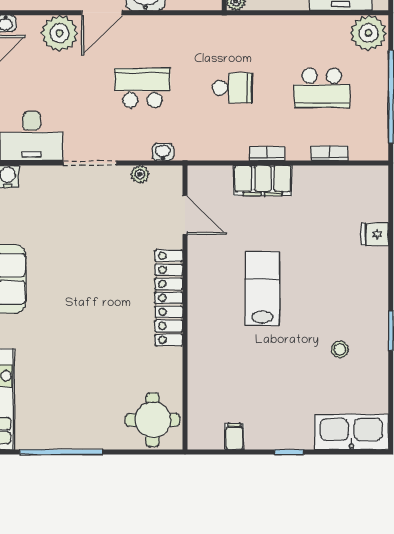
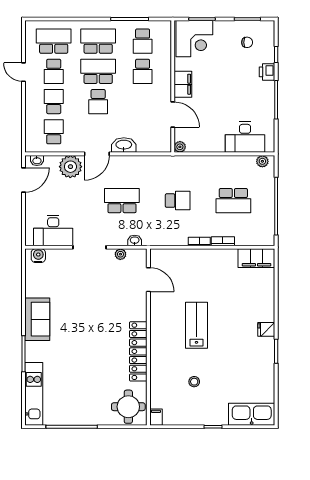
plant: (369, 33) -> (262, 161), width x0.53, depth x0.53
bookcase: (329, 153) -> (223, 241), moved
filing cabinet: (263, 181) -> (256, 258), moved
fridge: (375, 234) -> (266, 329), moved
locker: (169, 298) -> (138, 351), moved
stool: (340, 349) -> (194, 382), moved
filing cabinet: (234, 437) -> (156, 417), moved

